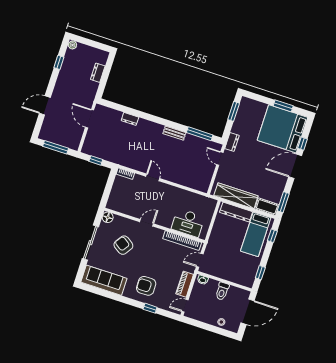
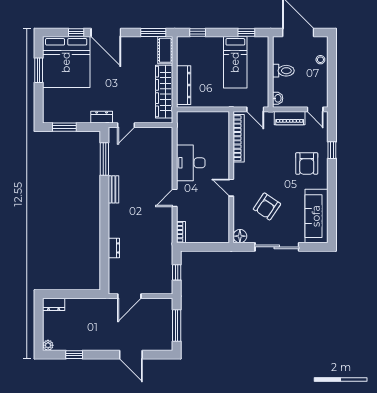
dresser: (98, 73) -> (54, 304), moved
desk: (188, 223) -> (191, 163), moved, turned 180
bed: (256, 234) -> (235, 62), moved, turned 90

